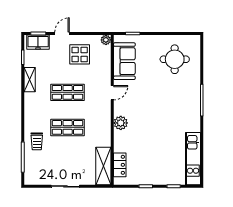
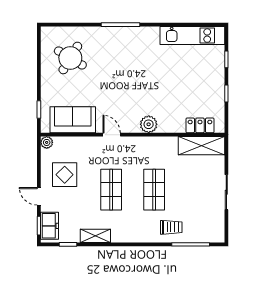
round table: (175, 59) -> (70, 58), turned 31

